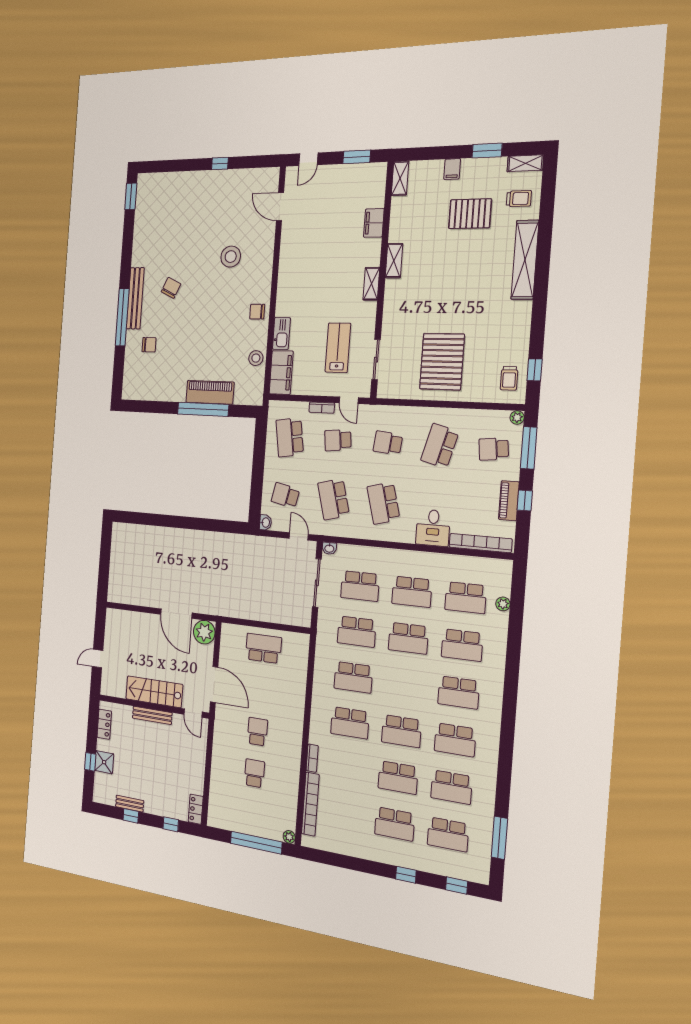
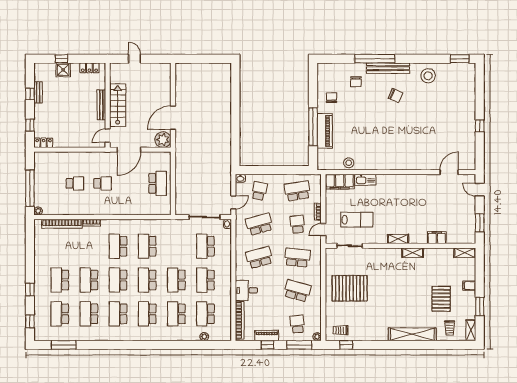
stool: (231, 257) -> (428, 76), moved
chair: (257, 312) -> (332, 98), moved
school desk: (388, 443) -> (297, 258), width x1.85
school desk: (357, 632) -> (147, 280), moved

